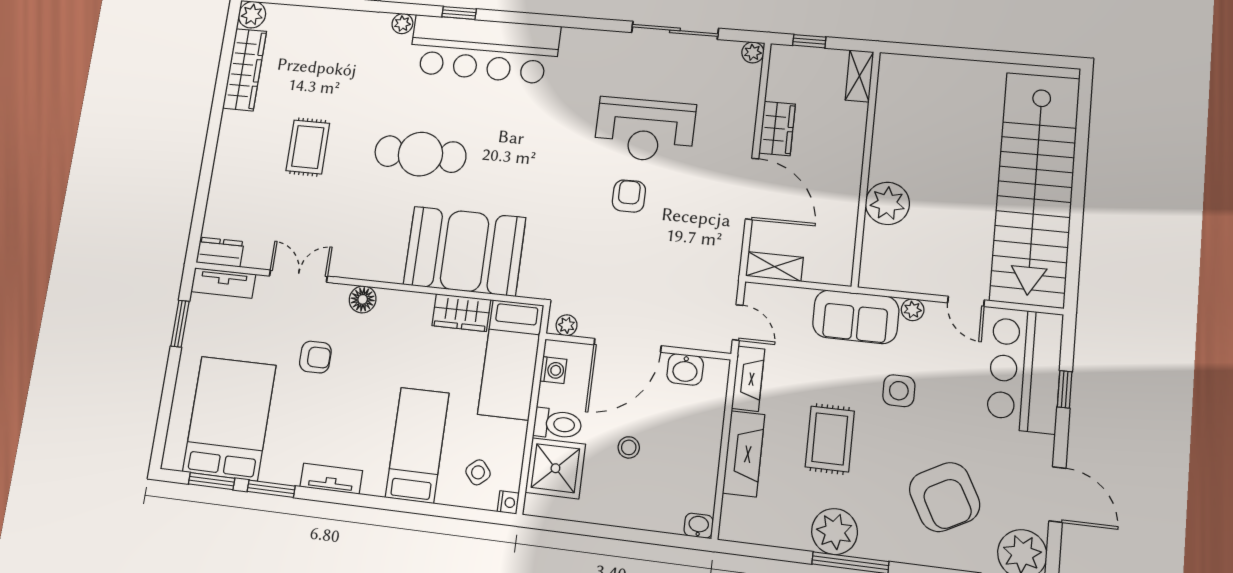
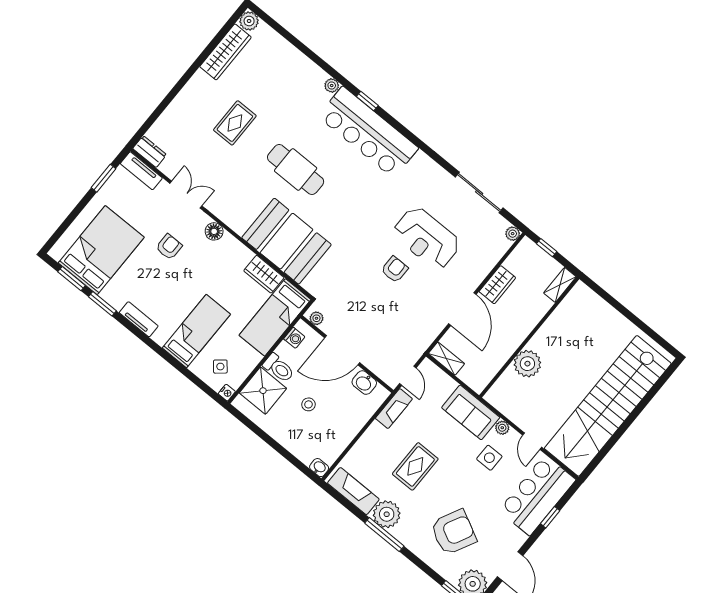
armchair: (315, 357) -> (169, 247), turned -90
side table: (899, 391) -> (489, 458), moved
fireplace: (744, 454) -> (353, 491), moved, turned -90
armchair: (945, 497) -> (453, 532), turned -125

